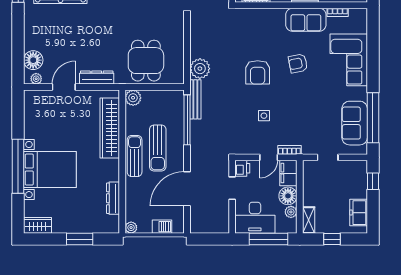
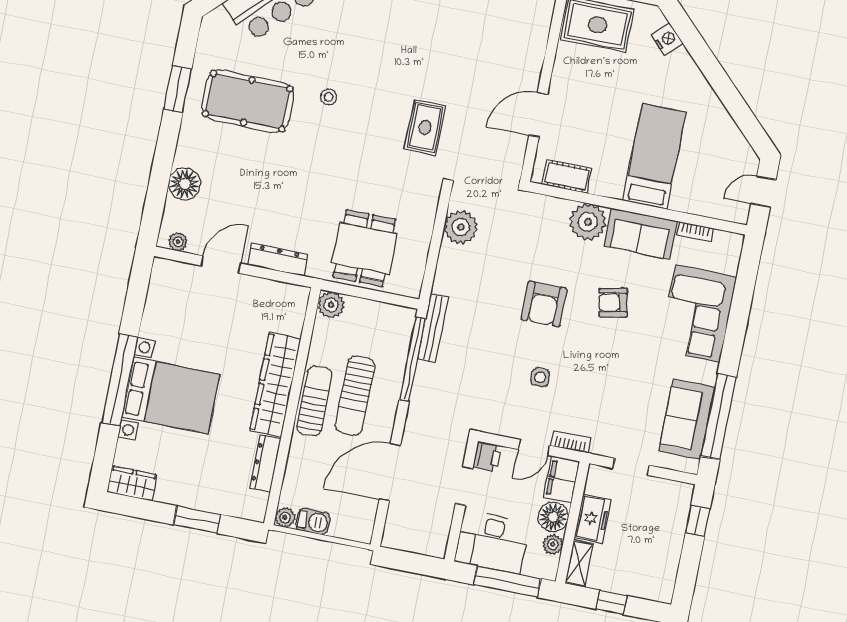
plant: (274, 19) -> (588, 222), added
floor lamp: (33, 60) -> (185, 184), moved
plant: (200, 69) -> (461, 227), moved
wardrobe: (110, 128) -> (275, 384), moved
freezer: (359, 213) -> (593, 519), moved, turned 180
barbecue: (162, 227) -> (313, 521), moved

